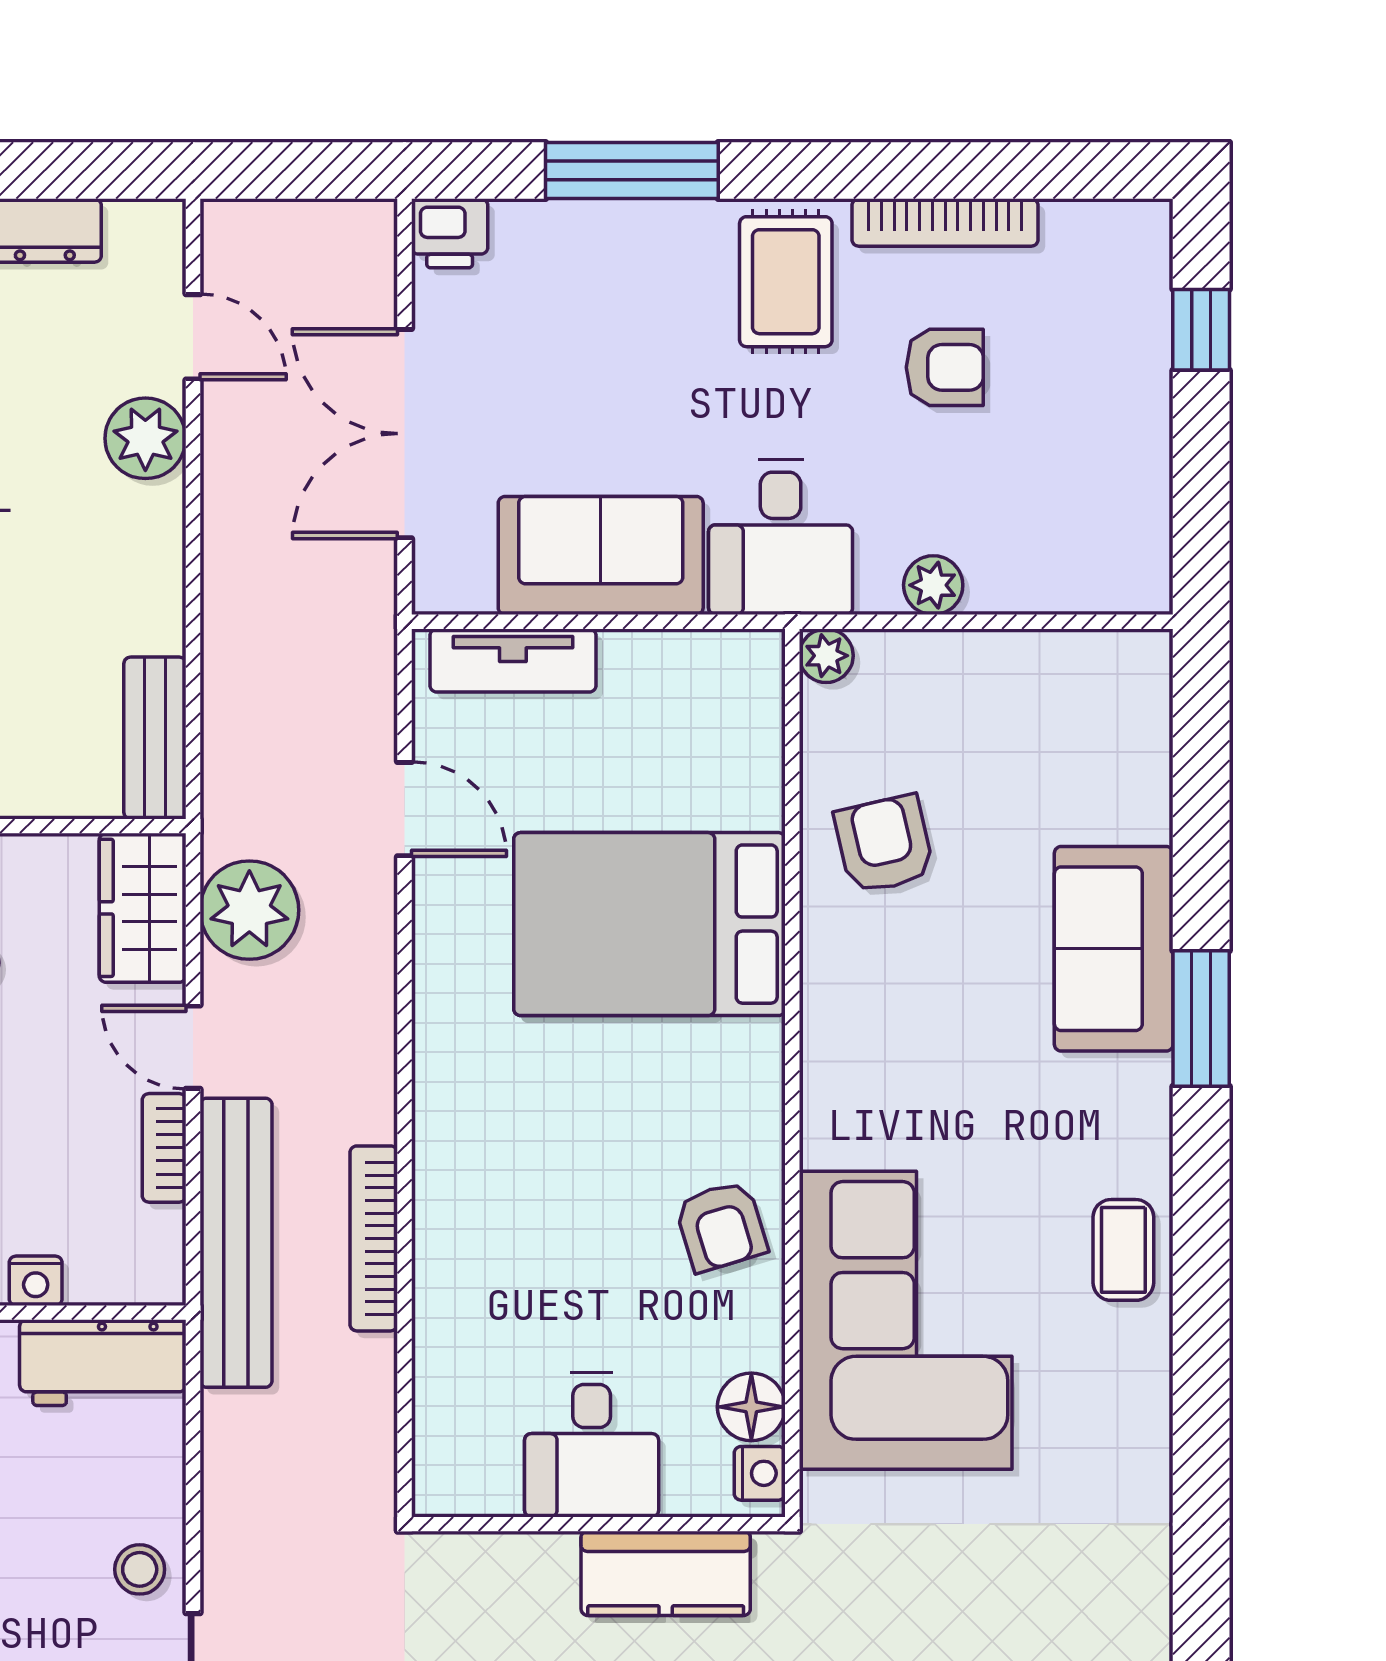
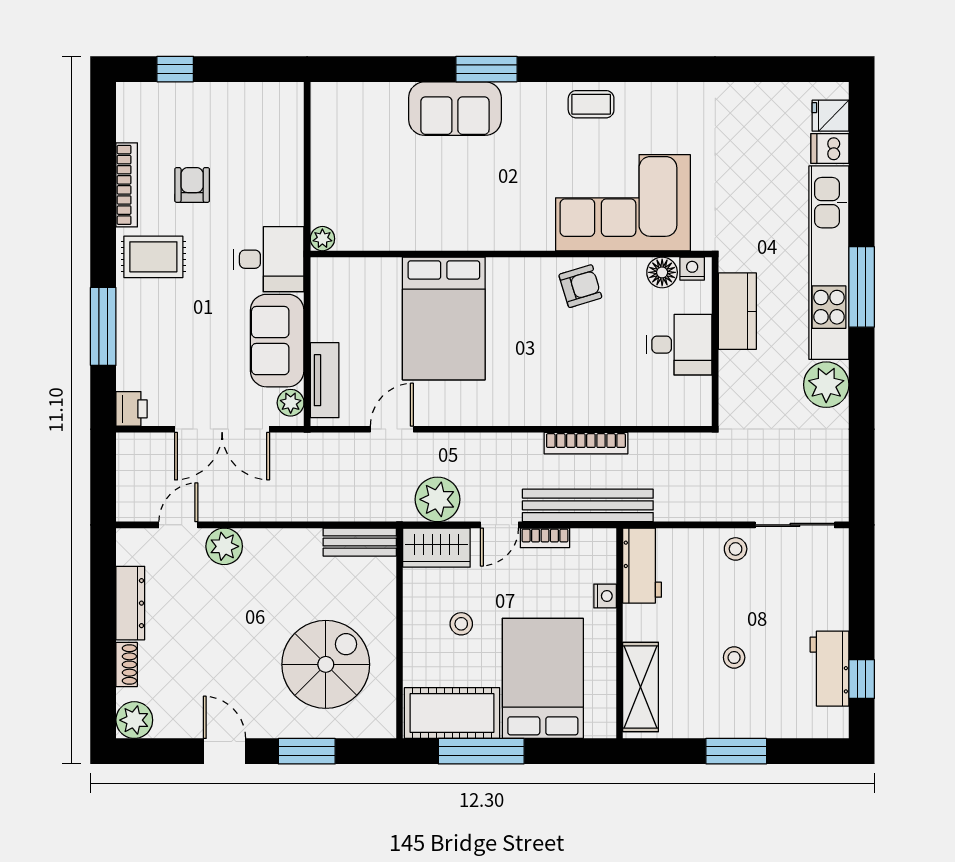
plant: (933, 585) -> (291, 403), moved
armchair: (884, 844) -> (408, 212), removed

